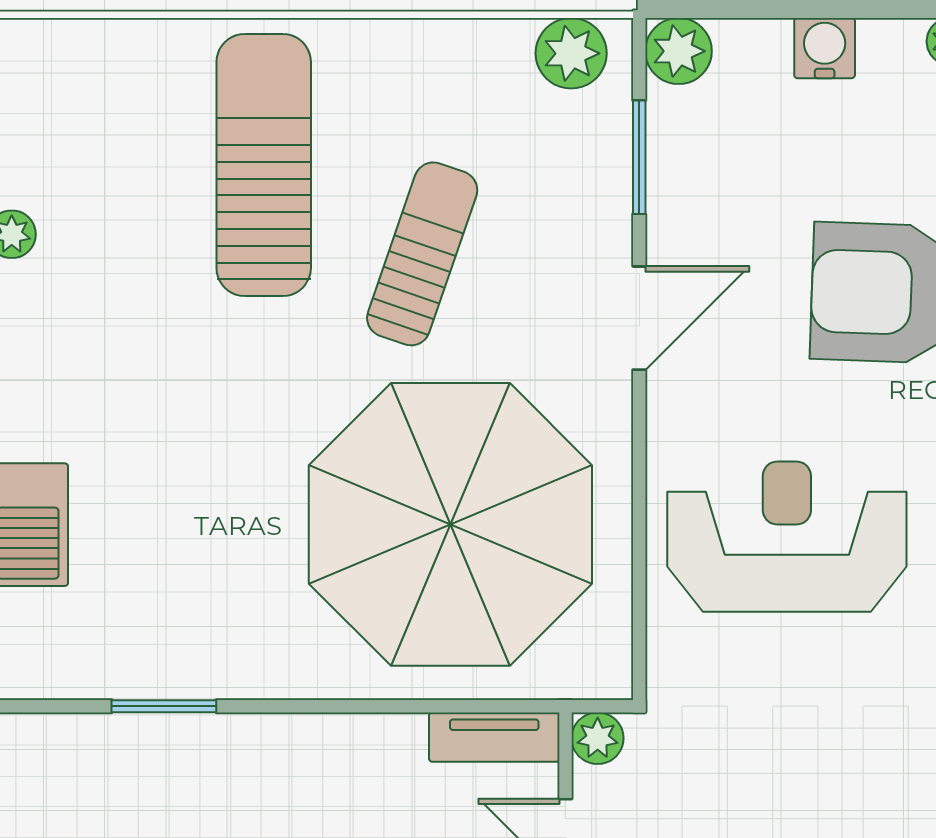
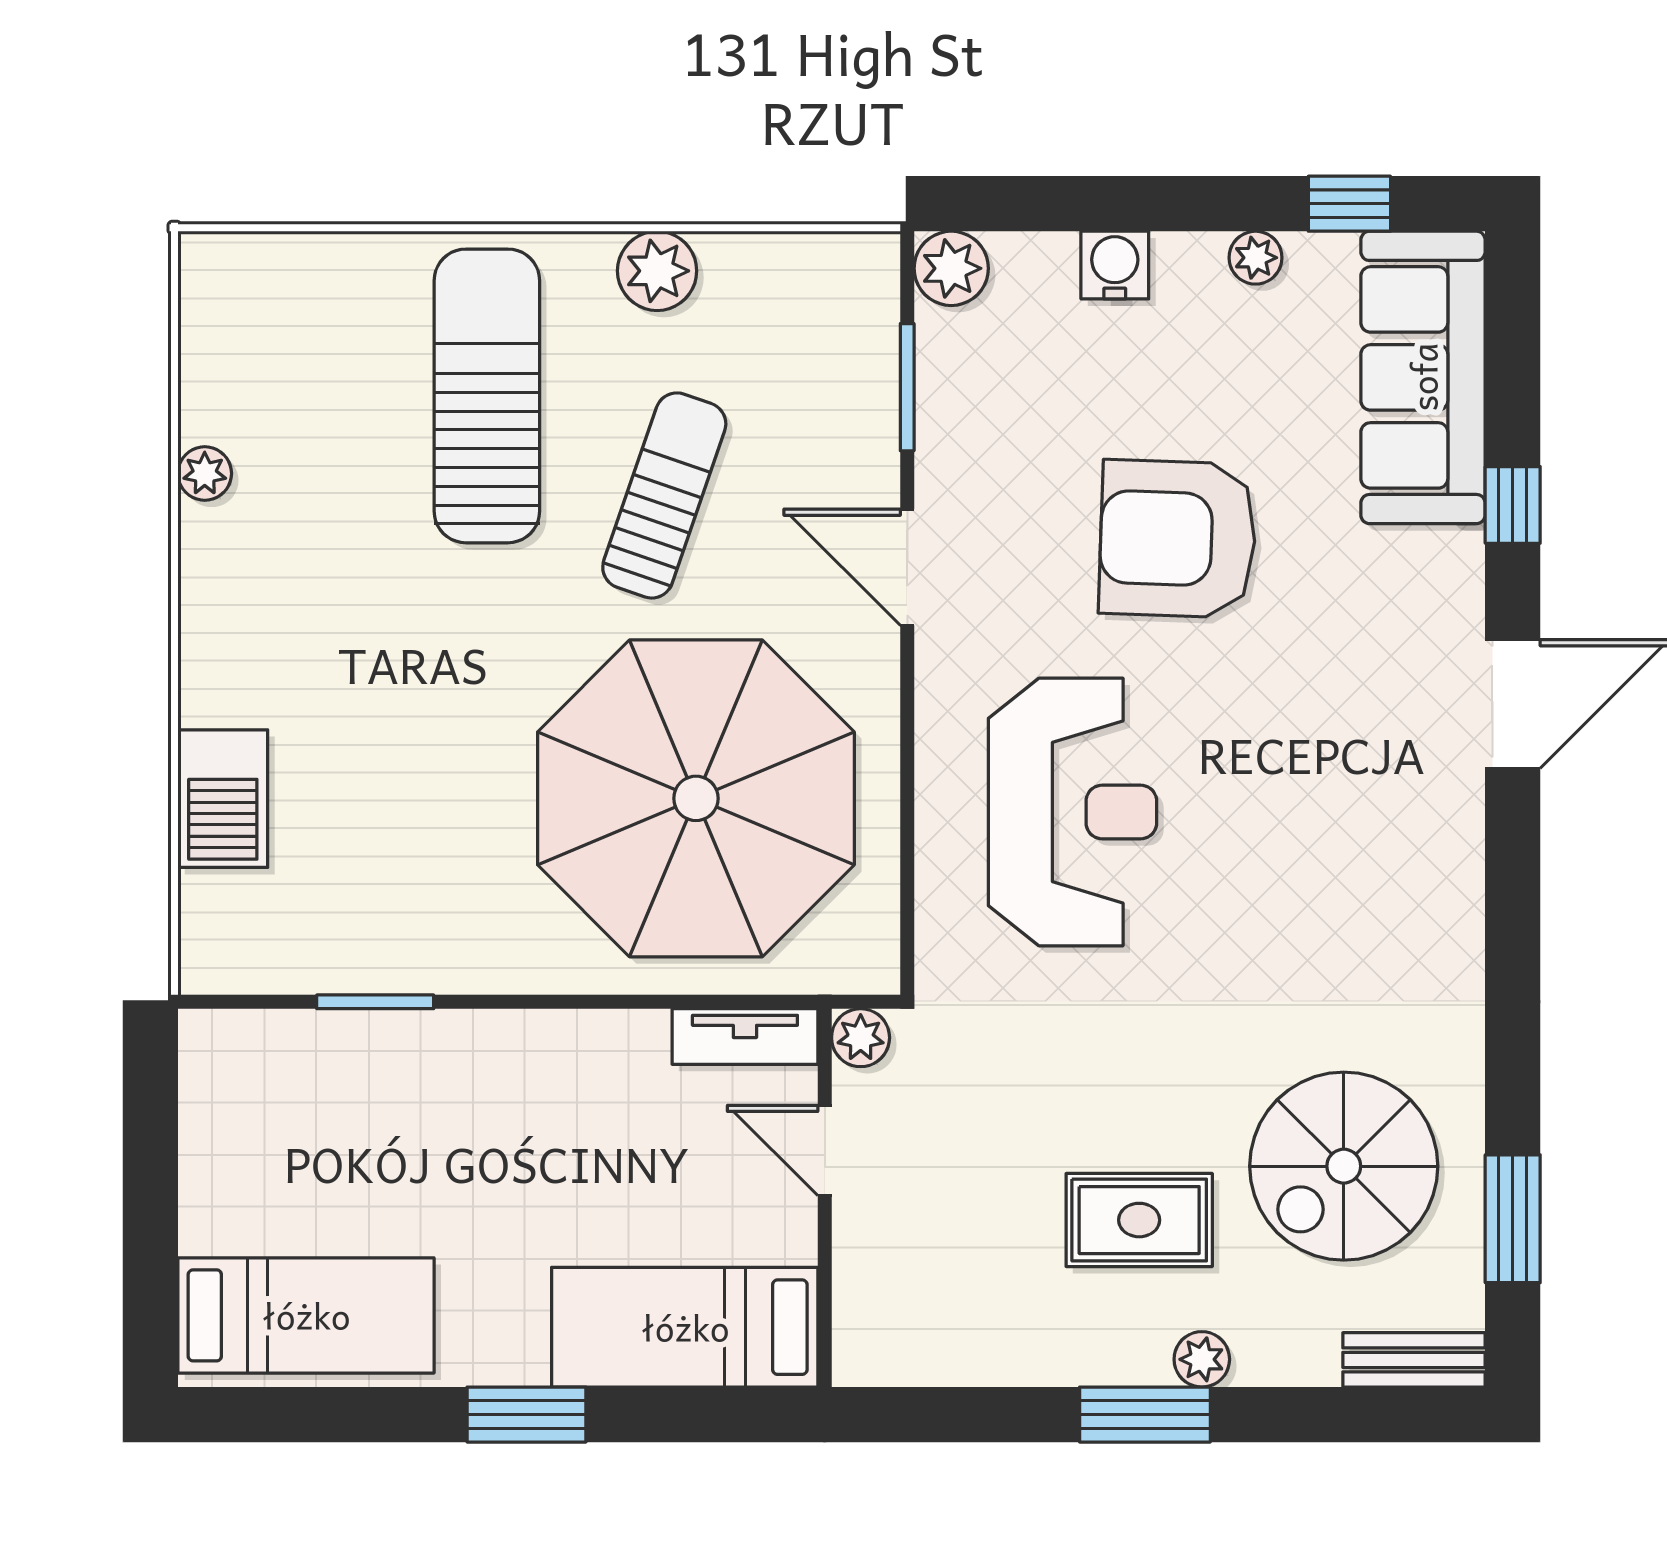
plant: (571, 53) -> (657, 271), moved
door: (639, 318) -> (907, 567), swing flipped
reception desk: (787, 537) -> (1073, 812), turned 90

